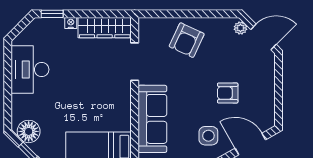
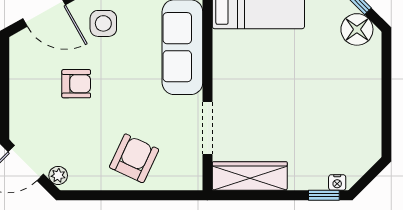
nightstand: (71, 23) -> (337, 183), moved
desk: (30, 70) -> (355, 117), removed

